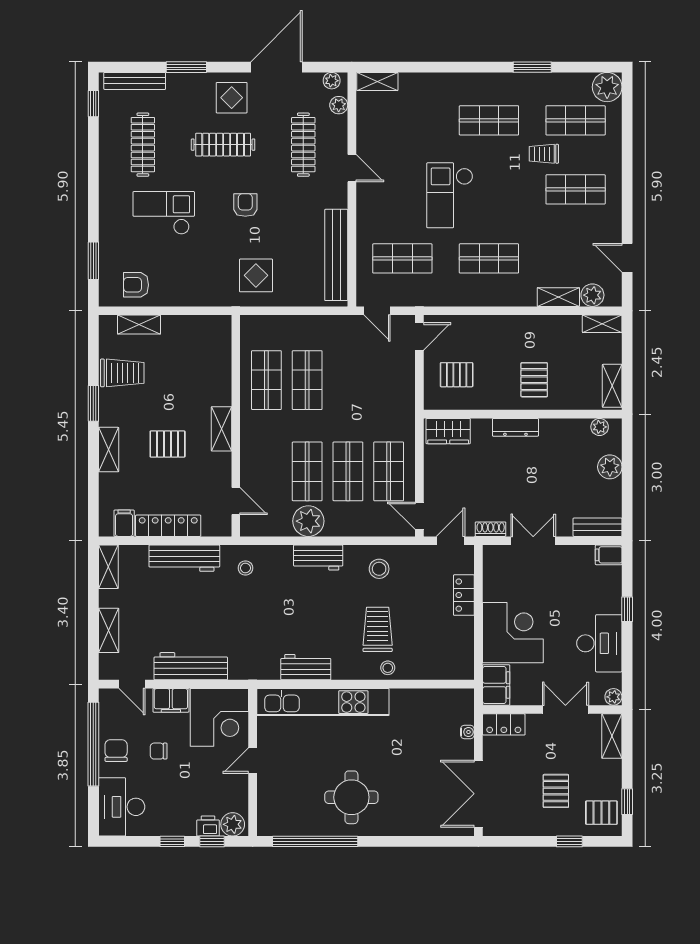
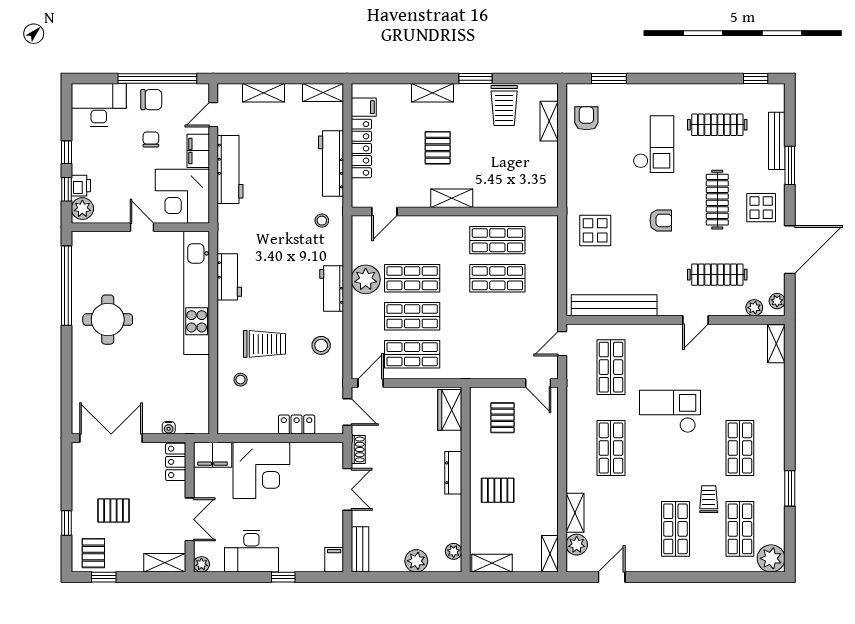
door: (276, 67) -> (790, 250), hinge flipped
bench: (135, 81) -> (777, 141), moved
stool: (388, 668) -> (241, 380), moved

